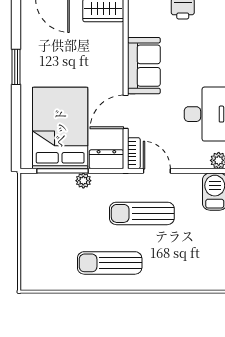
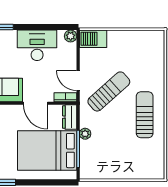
door: (157, 171) -> (78, 81), hinge flipped
sun lounger: (142, 213) -> (109, 91), turned -132
sun lounger: (110, 263) -> (145, 115), turned 180

